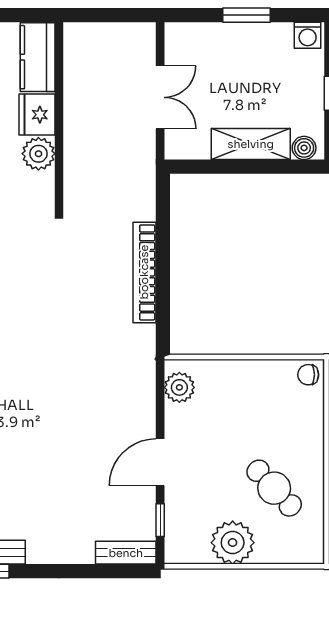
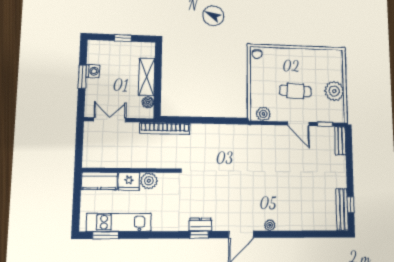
washing machine: (308, 35) -> (93, 71), moved
double door: (160, 97) -> (110, 120), moved
boiler: (304, 148) -> (148, 102), moved
bookcase: (144, 272) -> (165, 128), moved
cafe table: (274, 488) -> (295, 91), moved, turned 45

